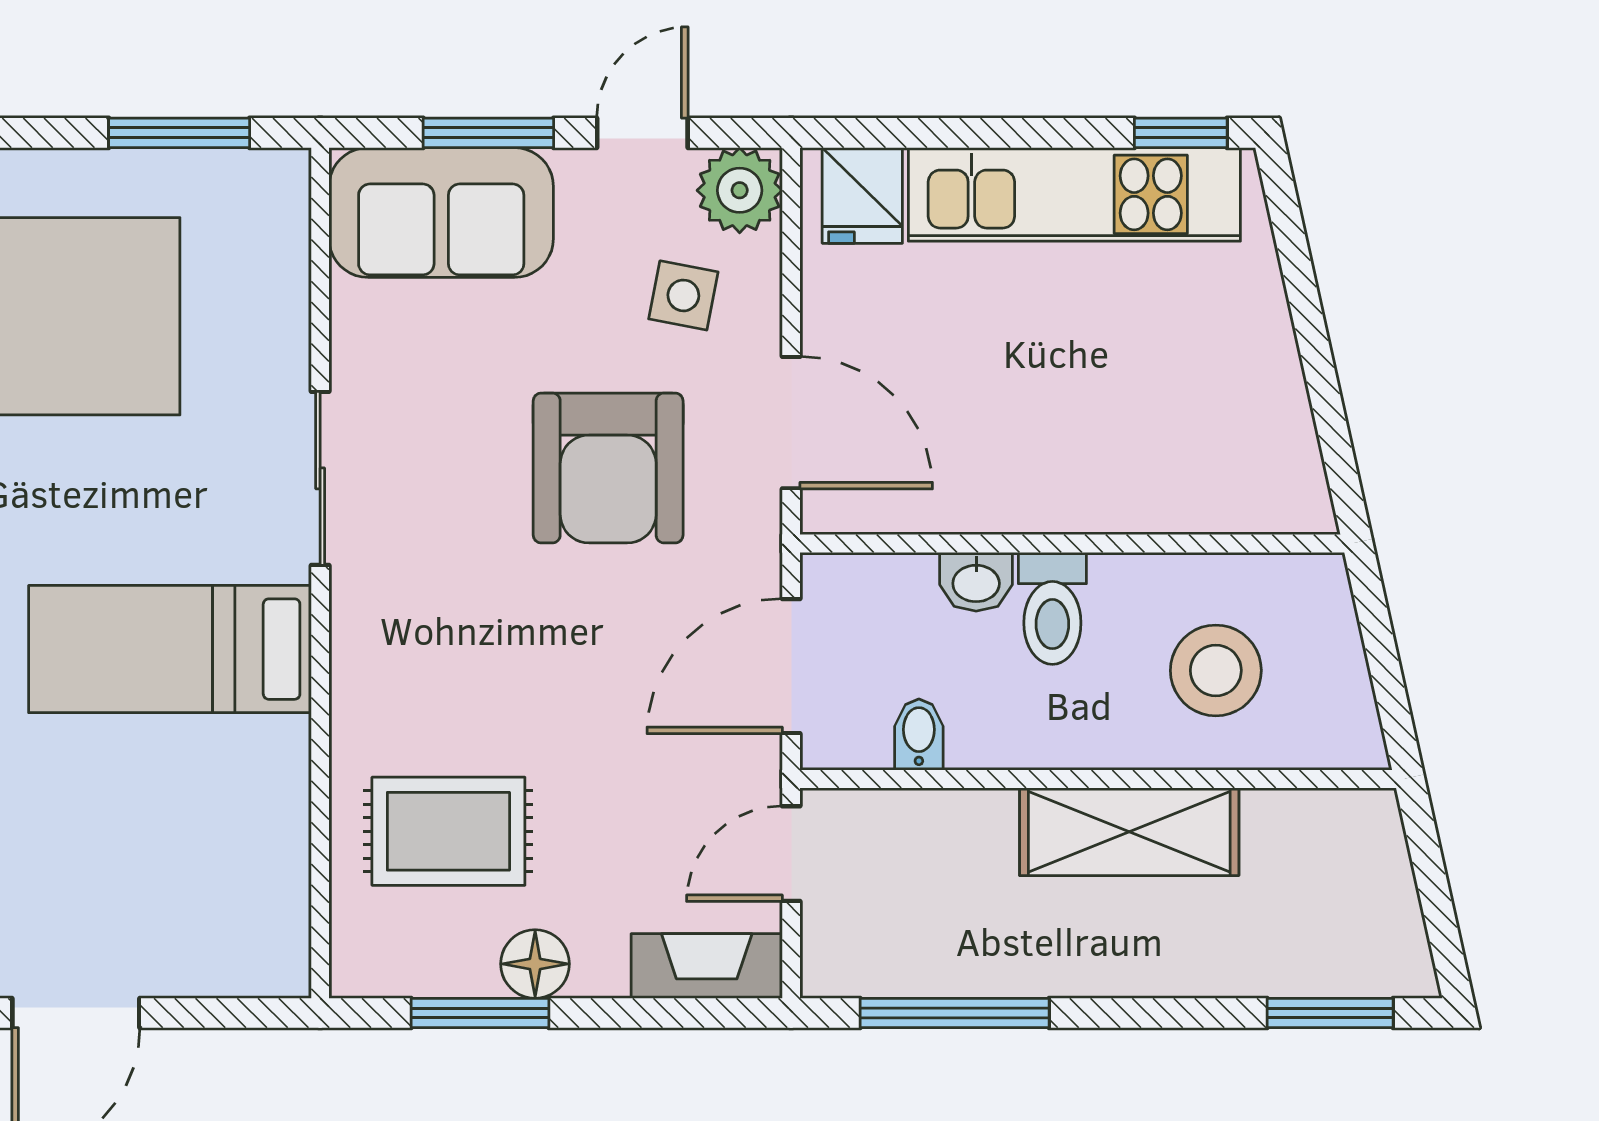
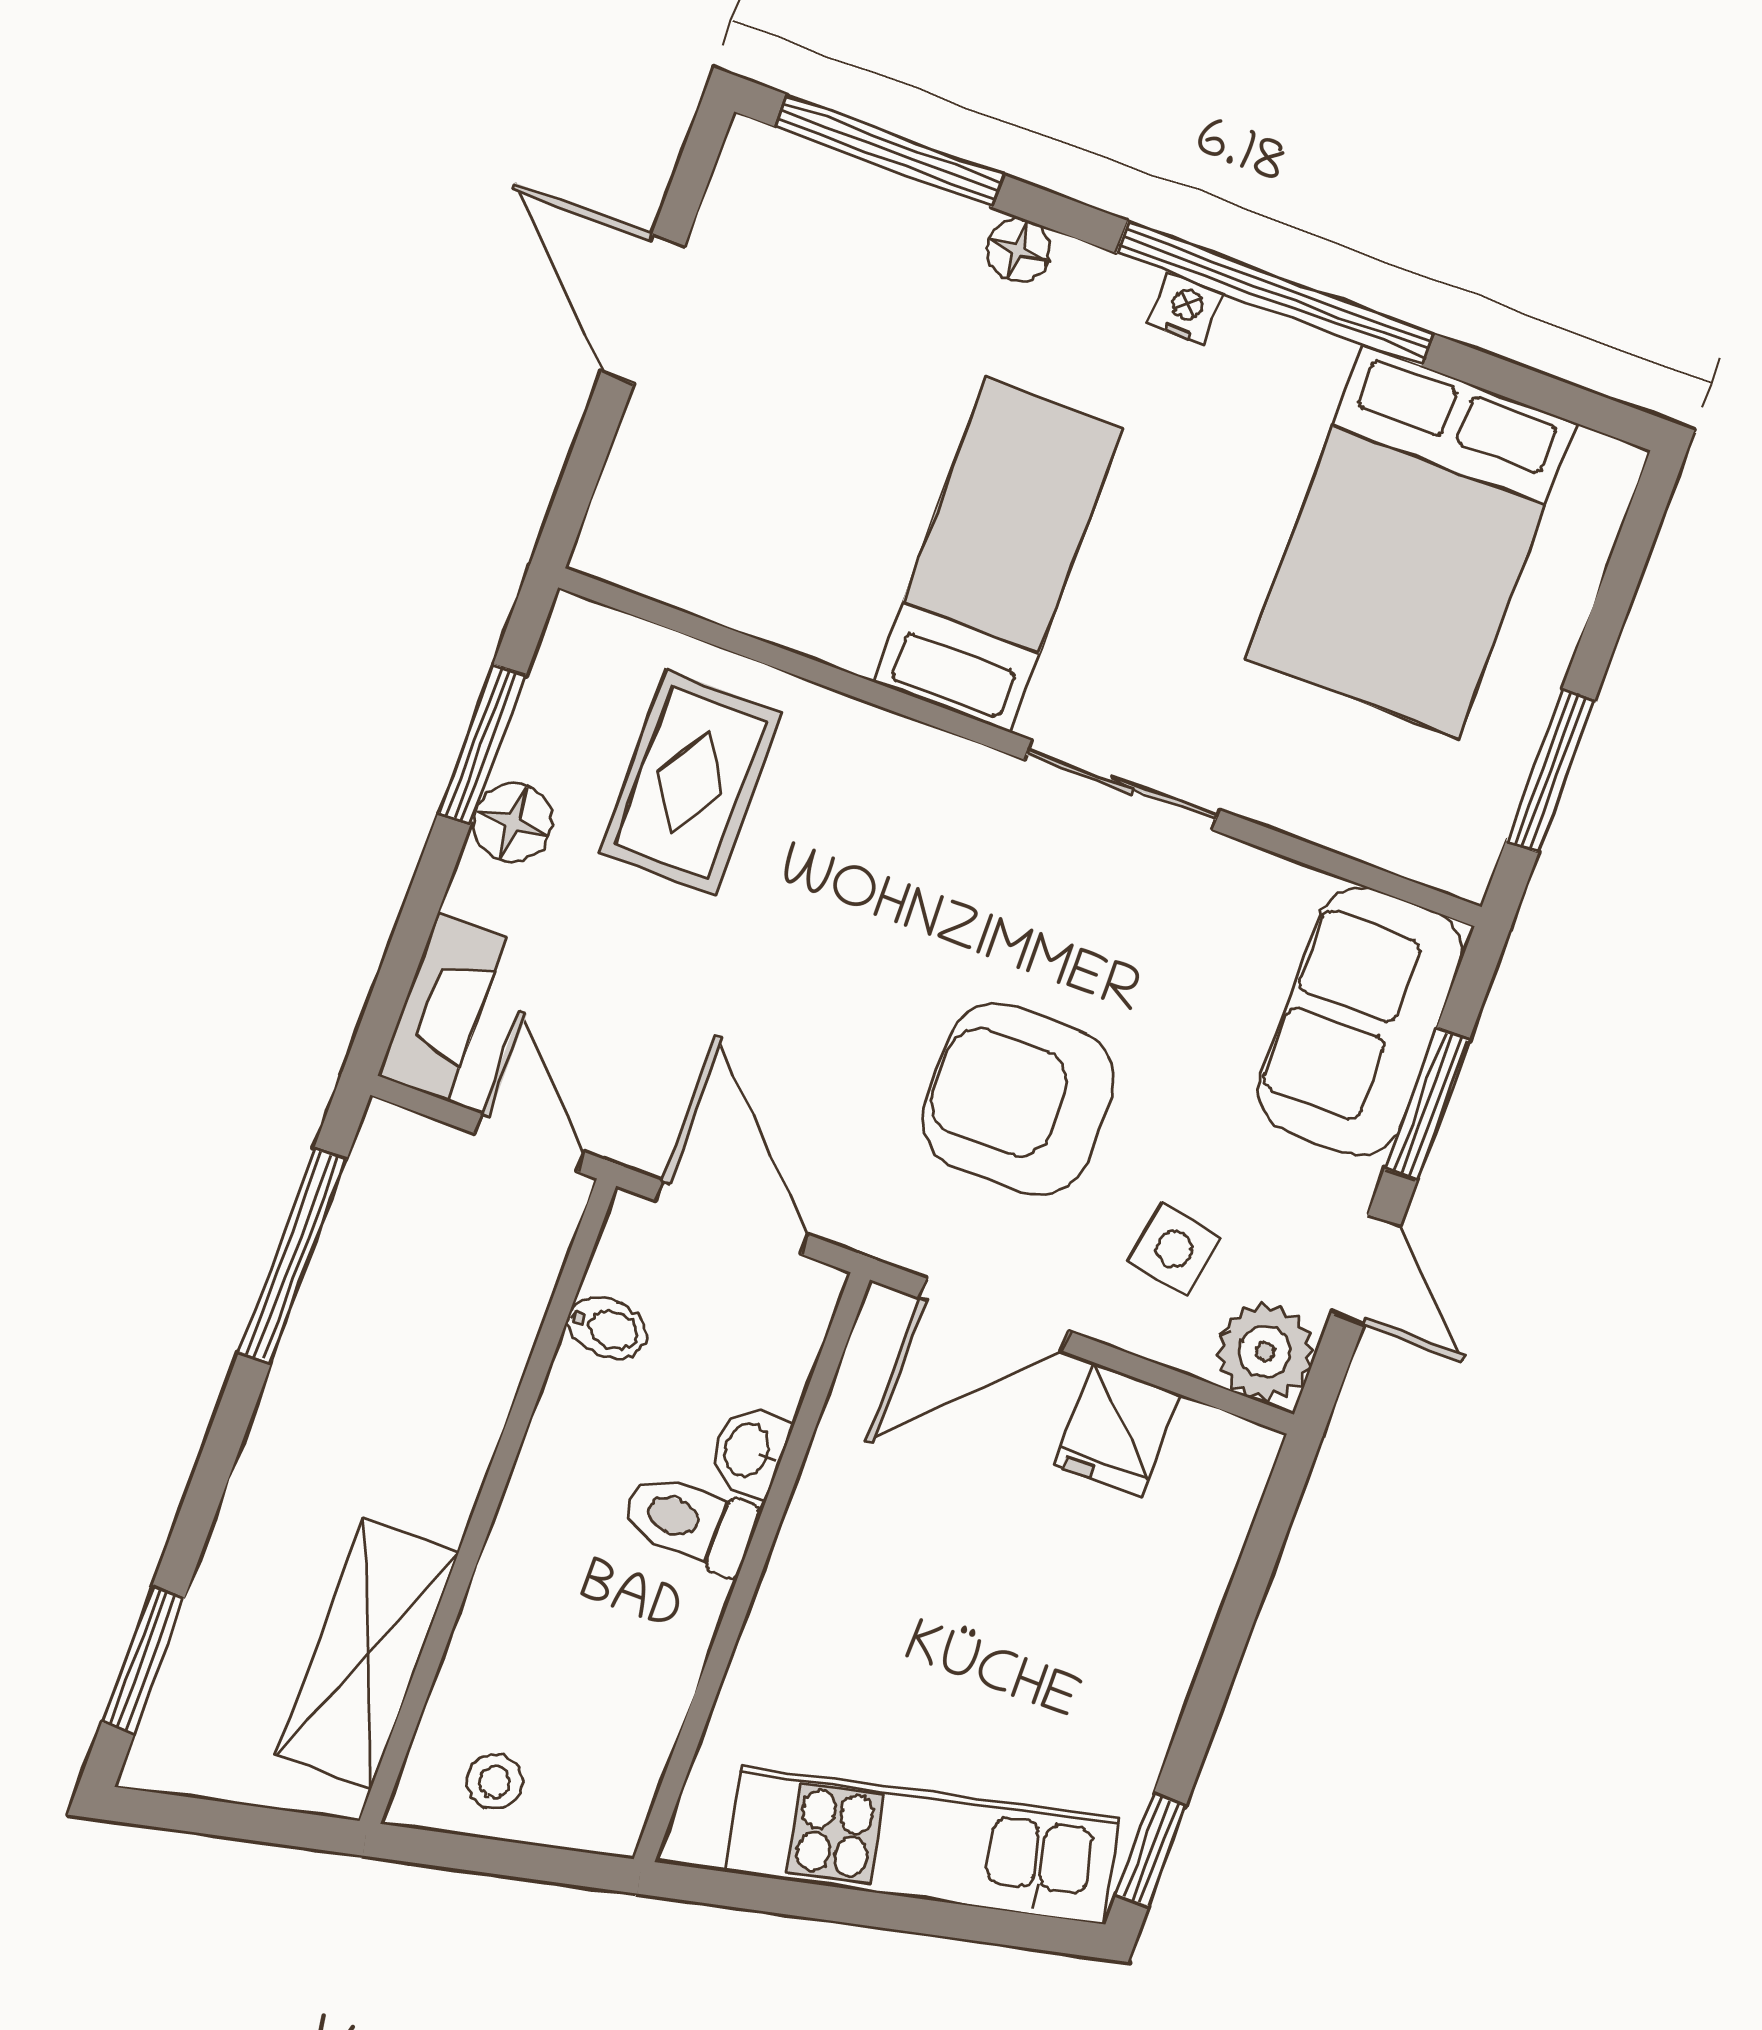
kitchen unit: (1074, 194) -> (922, 1845), moved, turned 78
fridge: (862, 195) -> (1117, 1430), moved, turned -90
stool: (1216, 670) -> (495, 1782), moved, width x0.53, depth x0.53
shelving: (1129, 832) -> (368, 1654), moved

